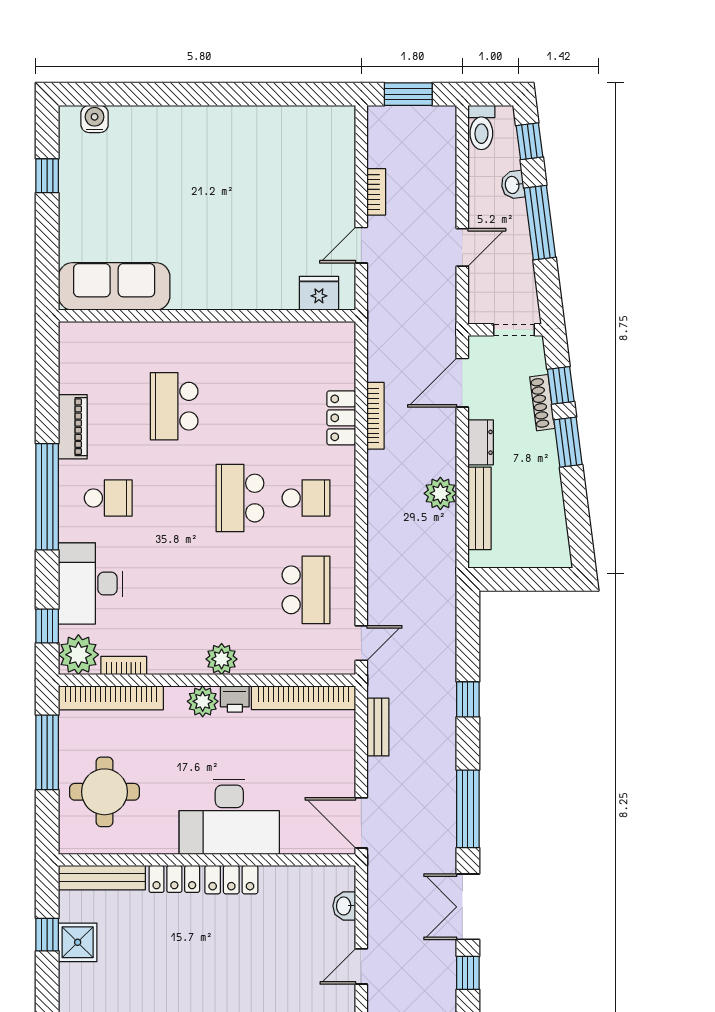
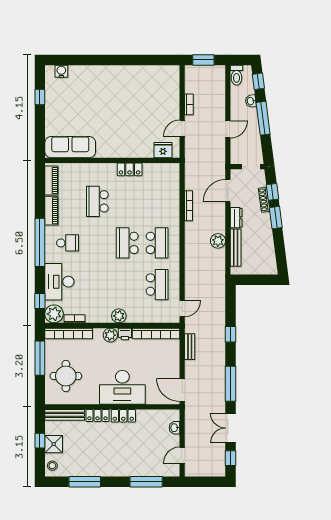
piano: (73, 360) -> (51, 180), added
locker: (341, 418) -> (130, 169), moved, turned -90
school desk: (306, 498) -> (157, 243), width x1.85
stool: (75, 990) -> (52, 466), added

